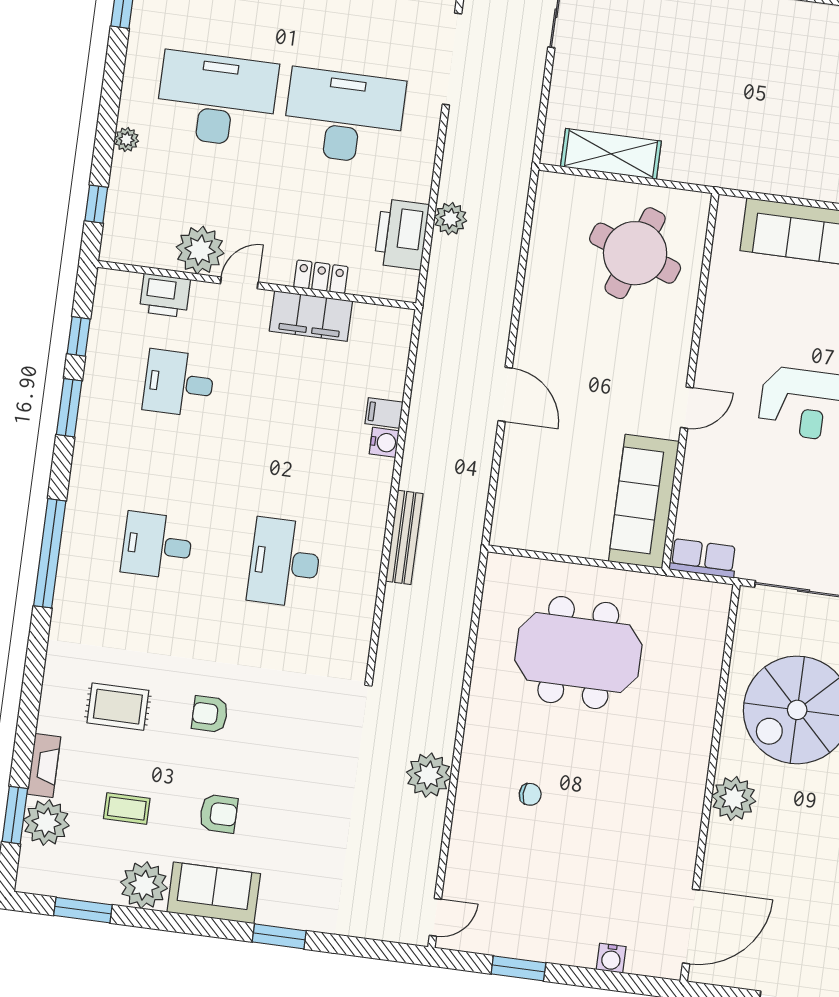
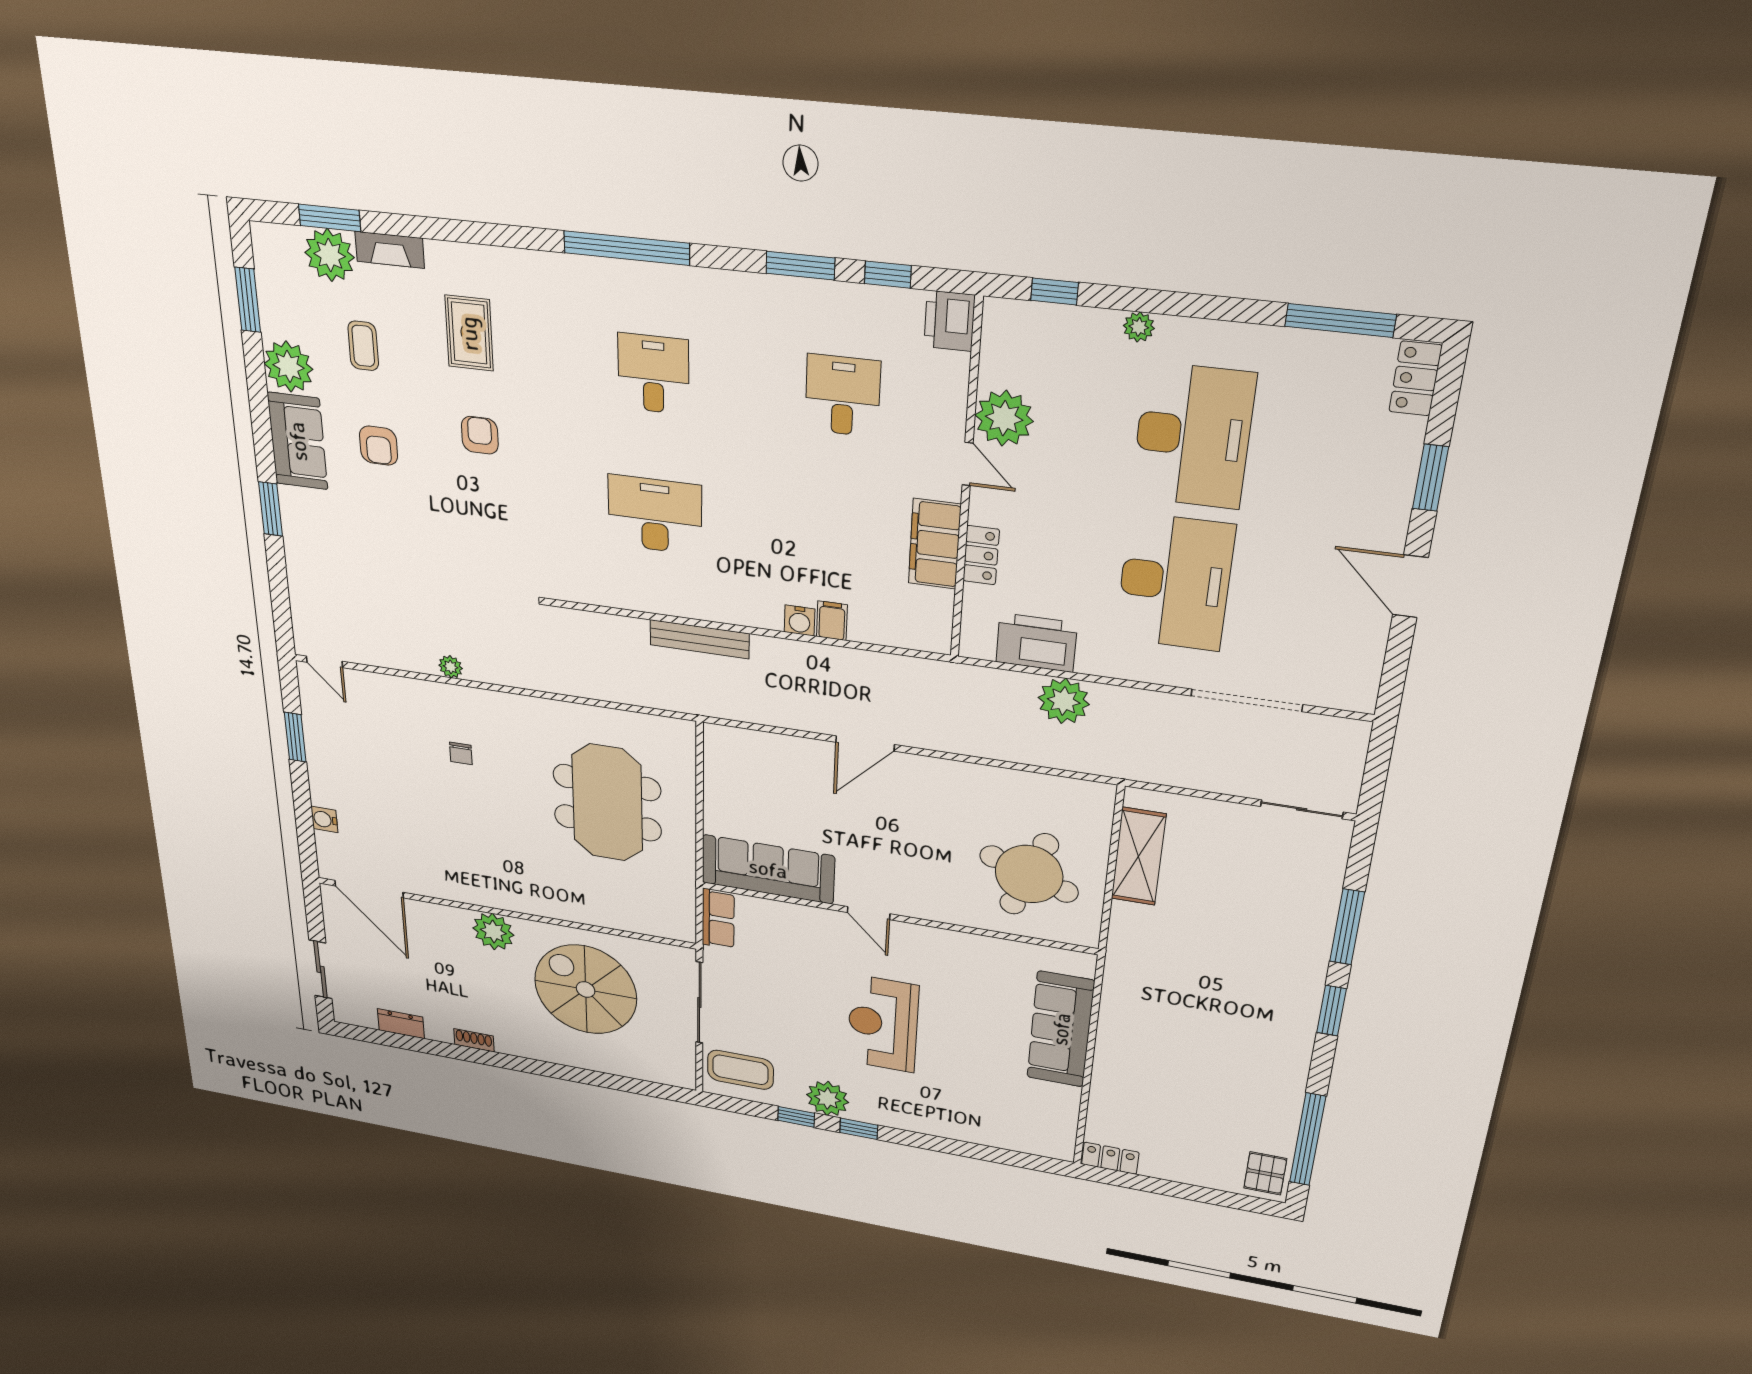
plant: (450, 219) -> (1064, 701), width x1.36, depth x1.36
printer: (165, 295) -> (950, 321), moved
plant: (429, 775) -> (451, 667), width x0.53, depth x0.53

